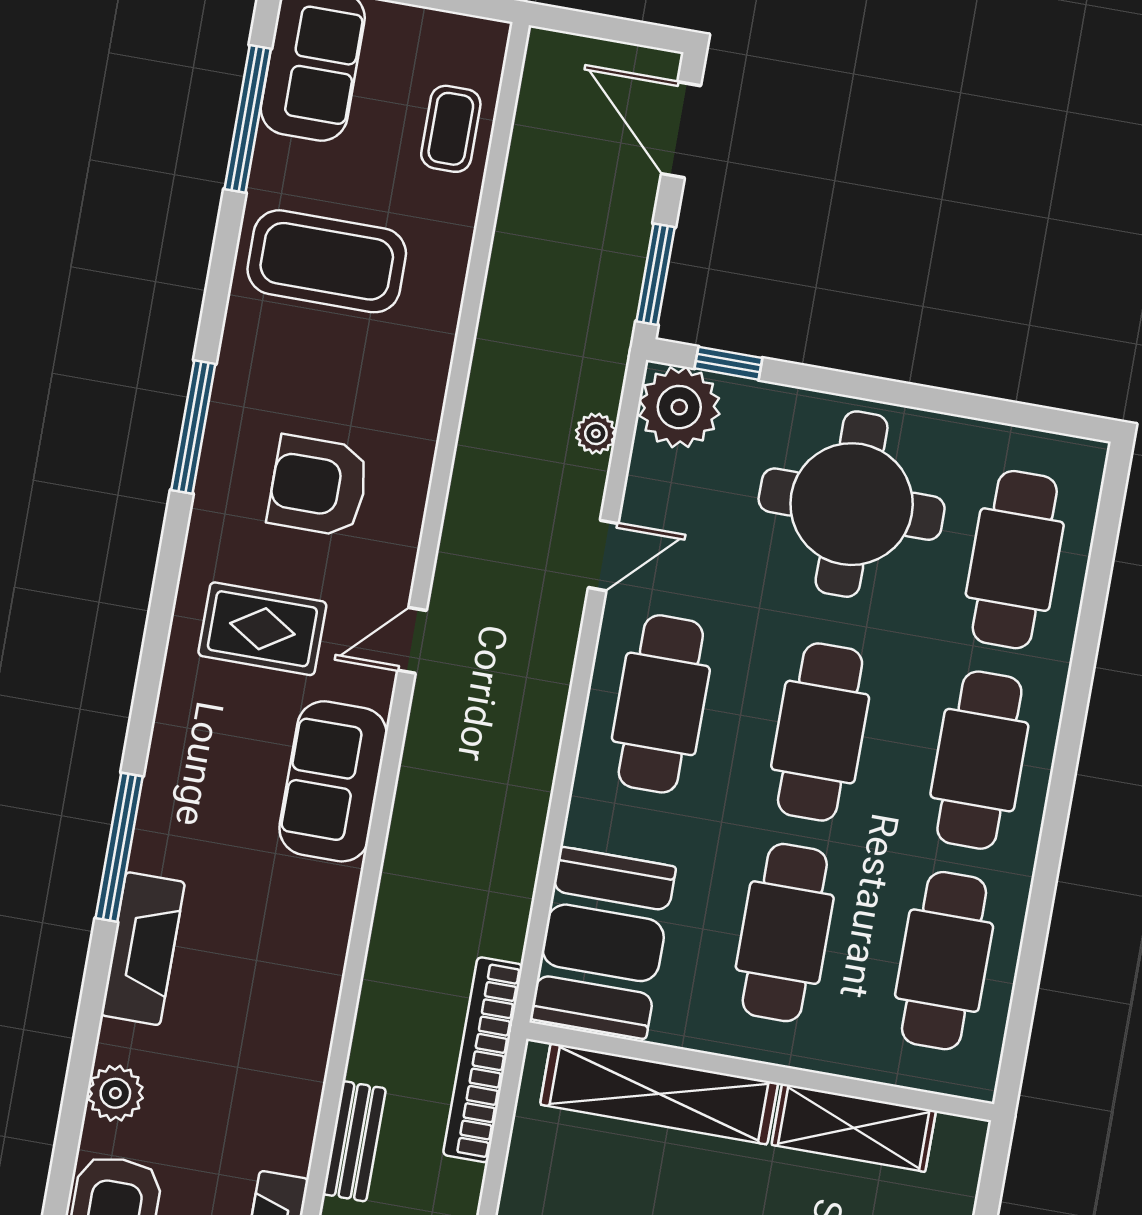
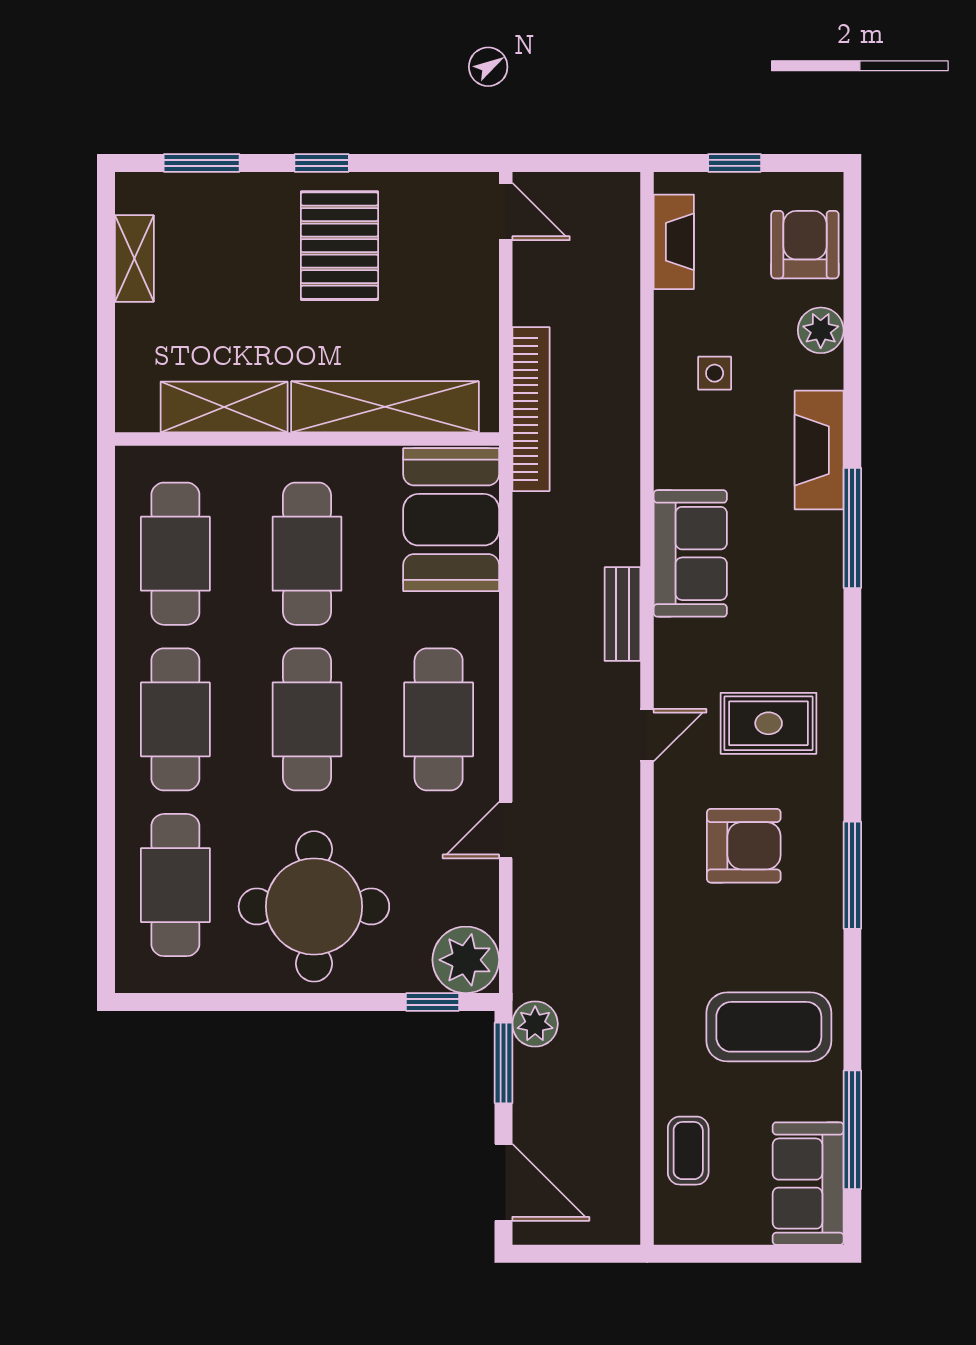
plant: (596, 434) -> (535, 1024), moved, width x1.38, depth x1.38
sofa: (333, 781) -> (690, 553), moved
side table: (253, 1064) -> (715, 373), added
bench: (354, 1141) -> (622, 614), moved

